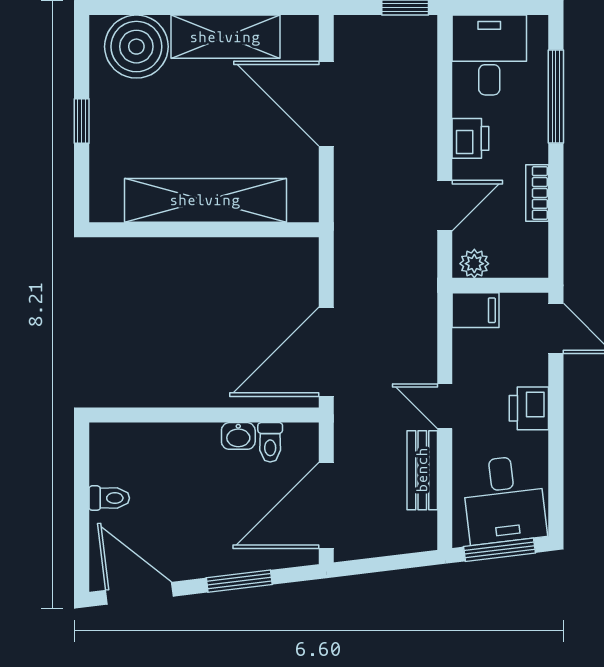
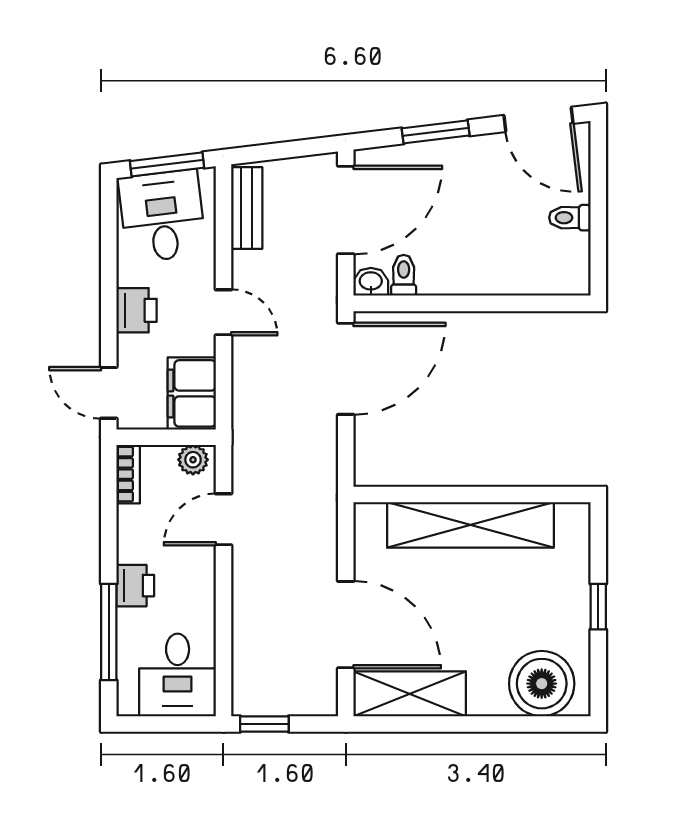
shelving: (225, 37) -> (410, 694), moved
printer: (470, 138) -> (135, 586), moved, turned 180
bookcase: (537, 193) -> (128, 474), moved
filing cabinet: (475, 310) -> (192, 393), width x2.00
washbasin: (238, 436) -> (371, 282), moved
bench: (422, 470) -> (247, 208), moved

